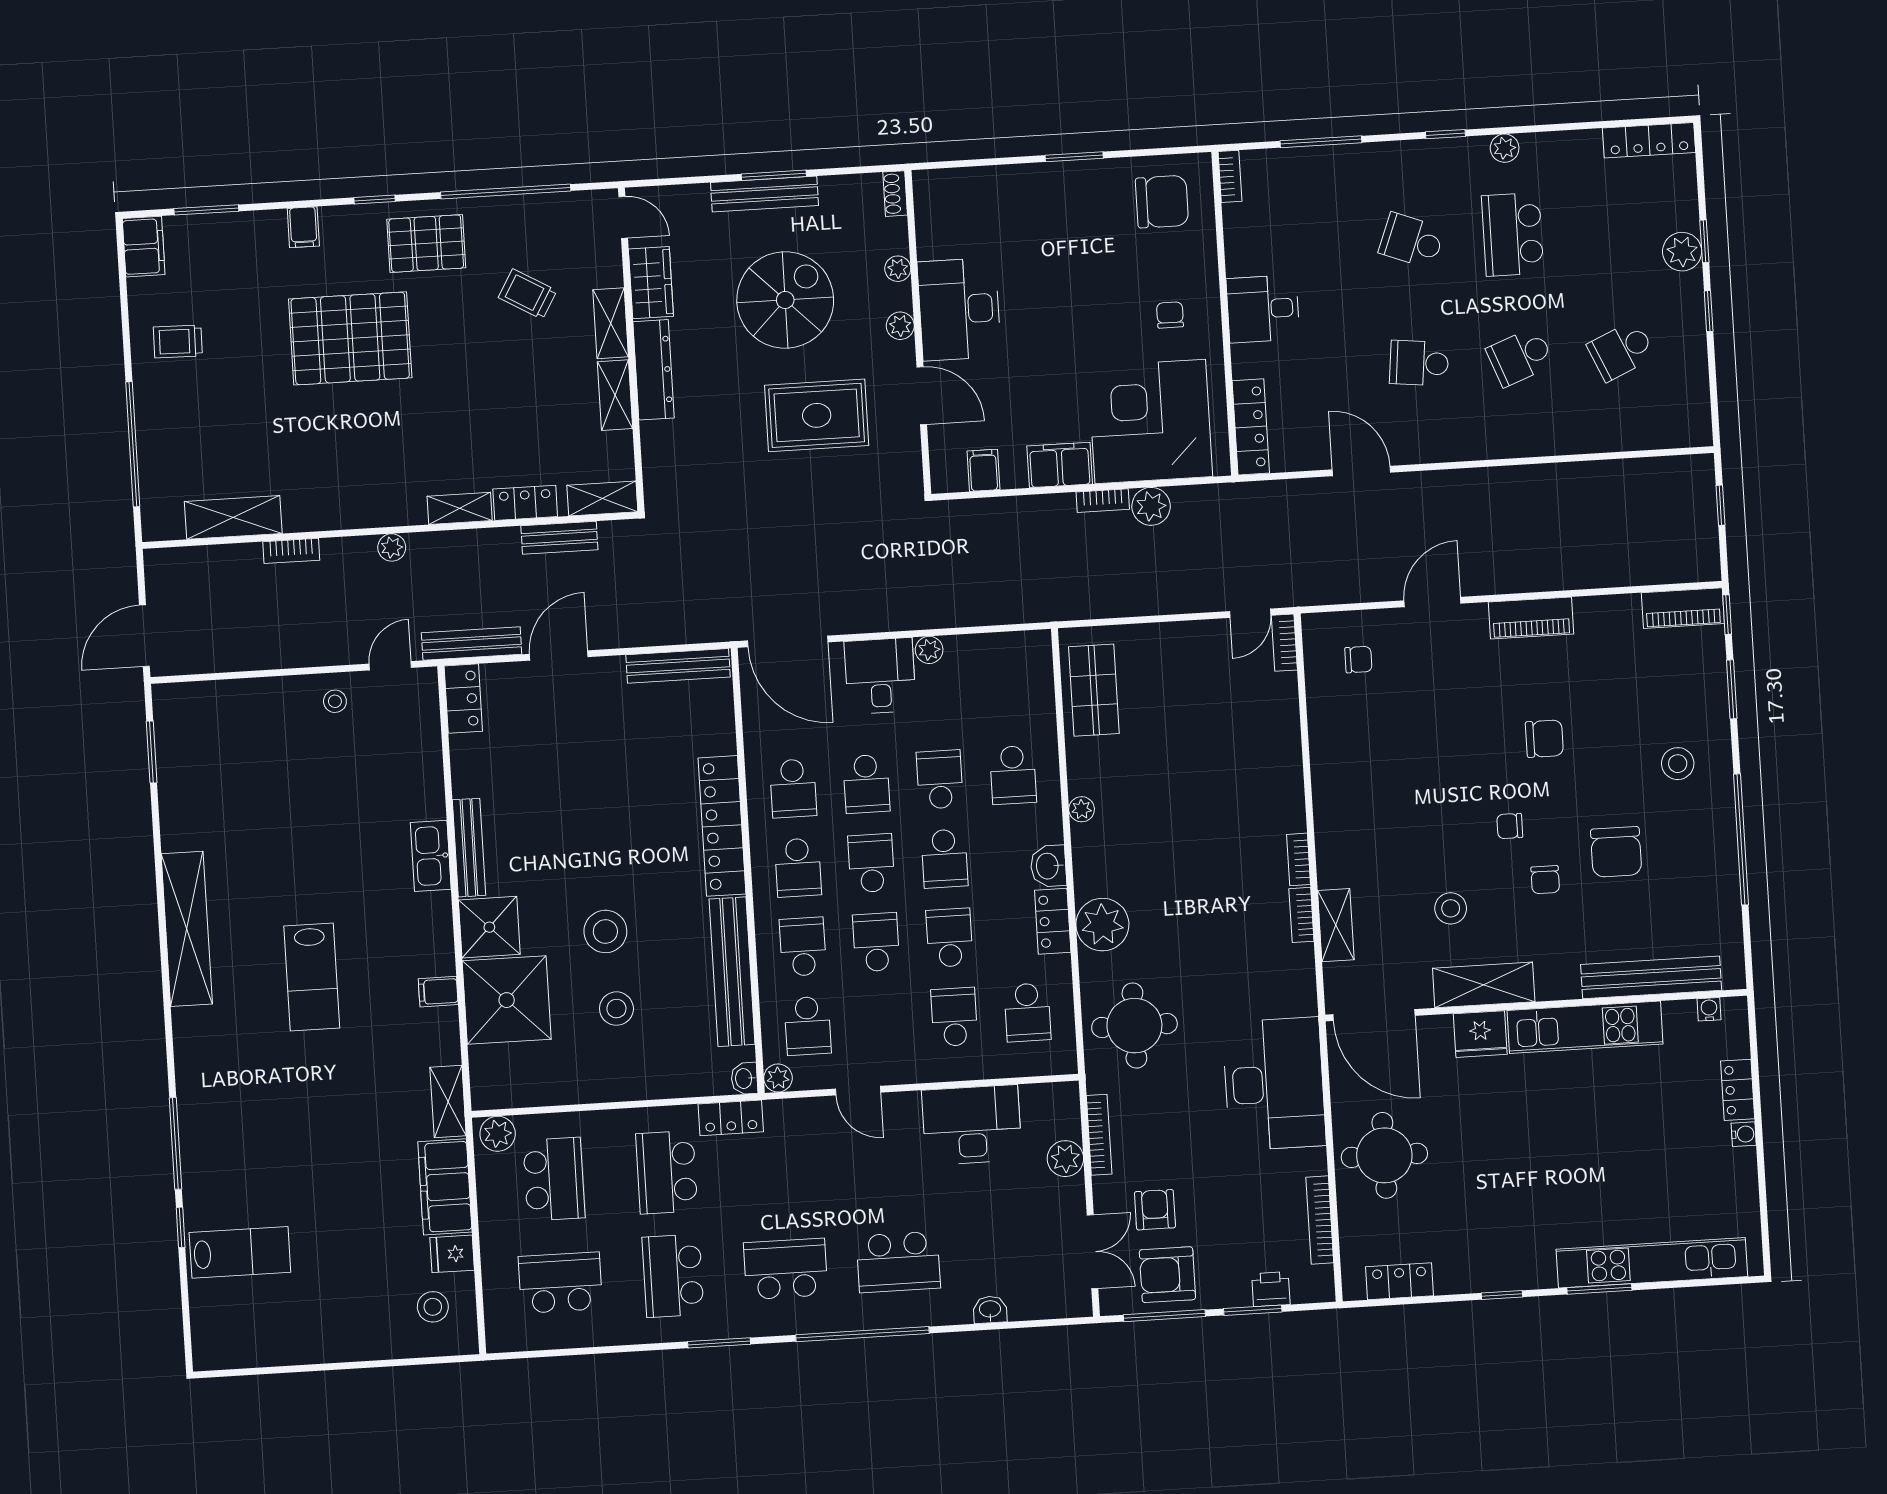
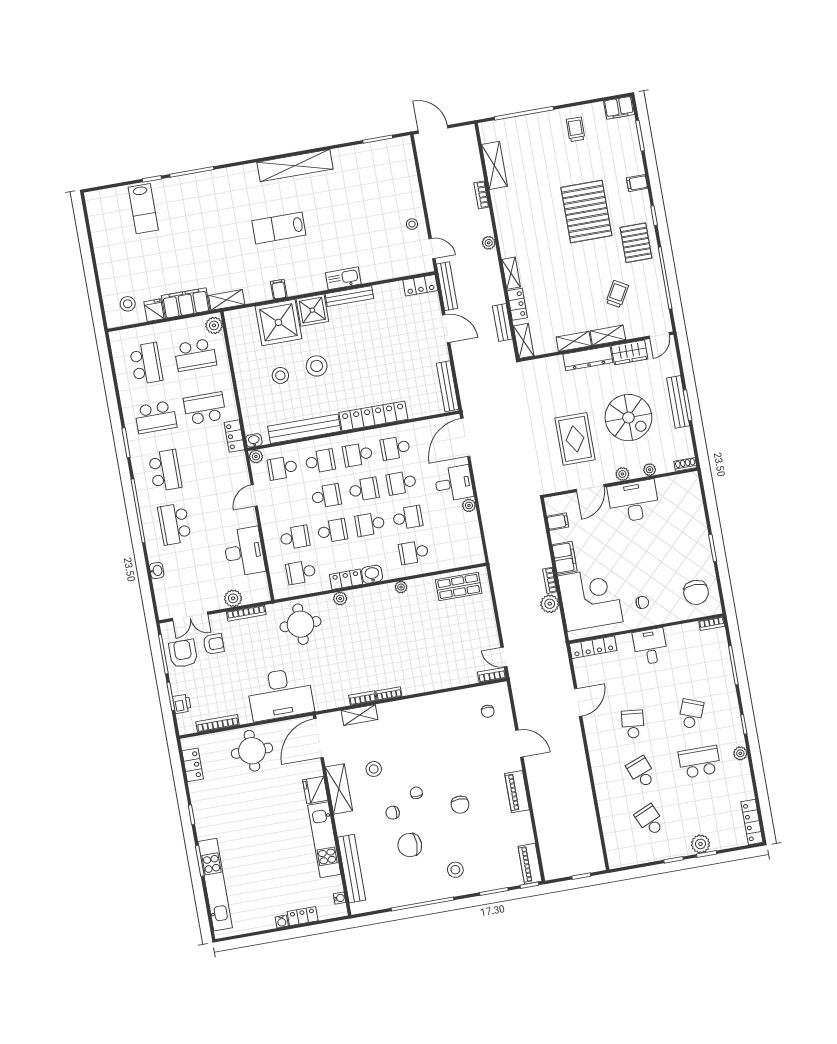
plant: (1102, 925) -> (340, 598), width x0.53, depth x0.53
school desk: (673, 1276) -> (156, 417), turned 180

